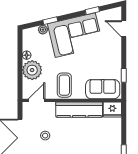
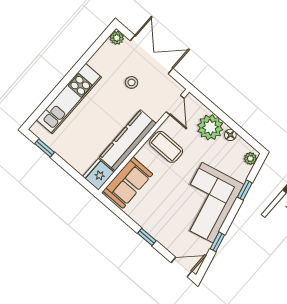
door: (124, 29) -> (181, 267), moved
plant: (43, 30) -> (250, 159), moved
window: (124, 75) -> (147, 237), moved

